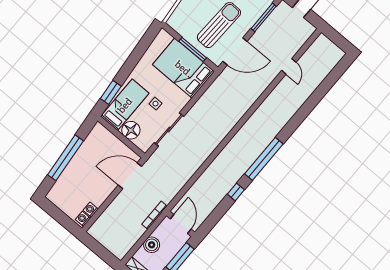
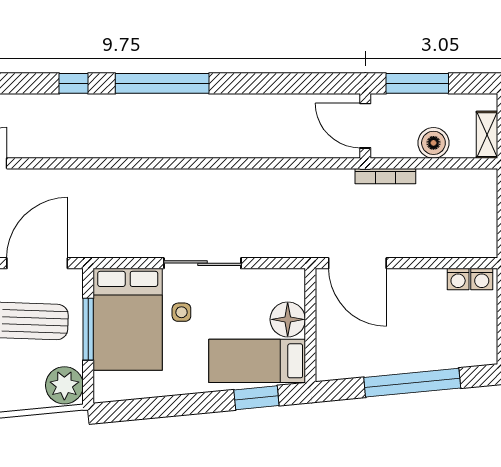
plant: (179, 22) -> (64, 385), added
door: (235, 51) -> (37, 263), hinge flipped
side table: (155, 104) -> (181, 312), moved
sliding door: (169, 129) -> (202, 263), moved
window: (236, 192) -> (74, 83), moved
door: (181, 224) -> (365, 126), hinge flipped

